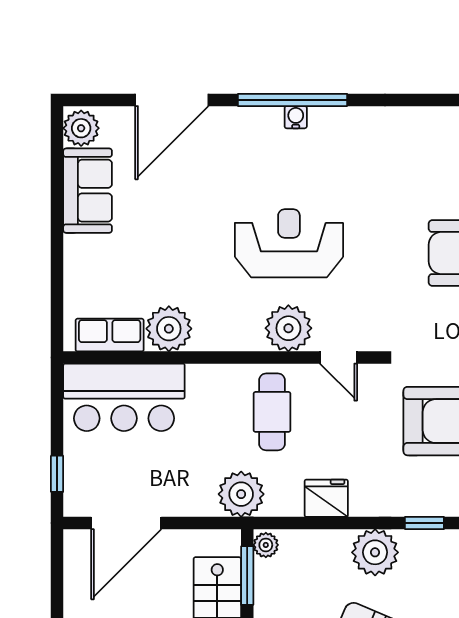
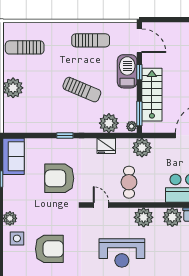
plant: (288, 328) -> (144, 217), moved
plant: (375, 552) -> (109, 123), moved

